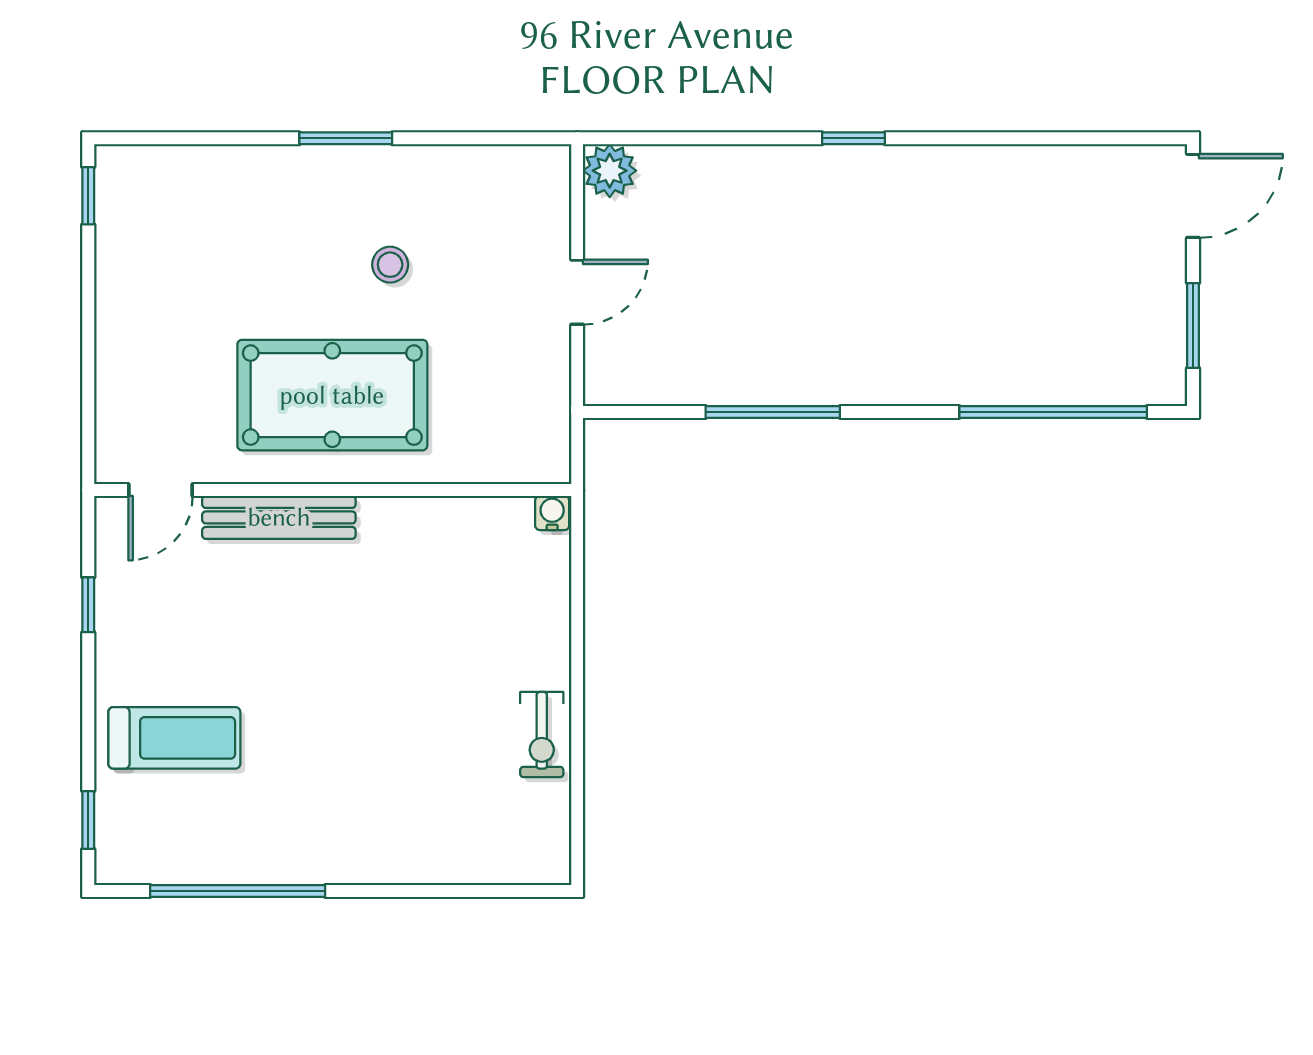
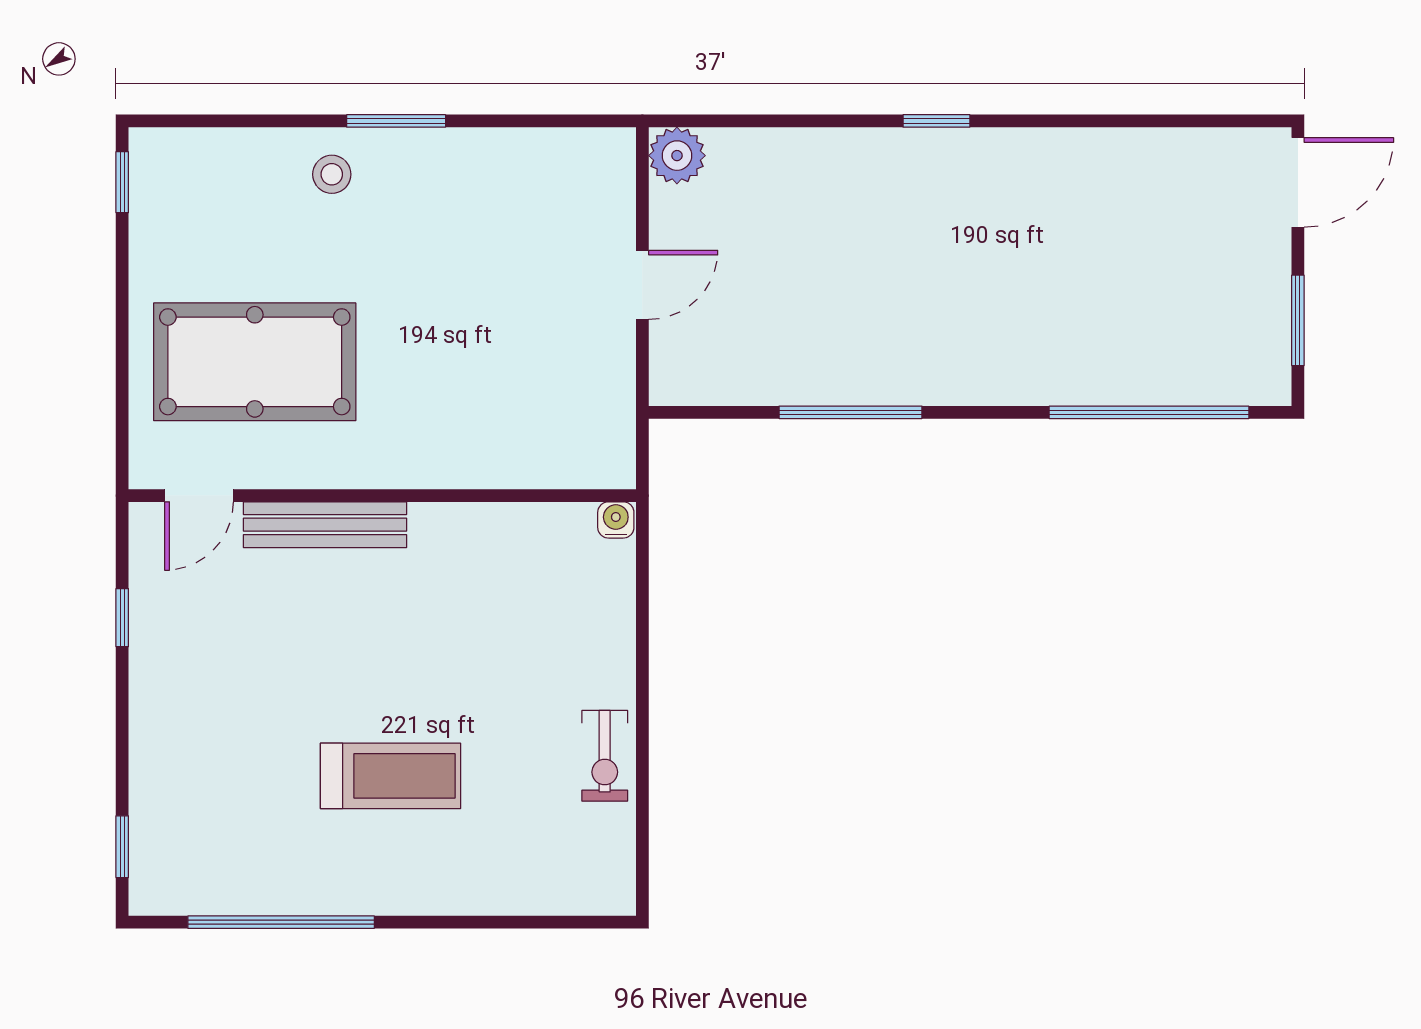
stool: (390, 265) -> (332, 174), moved
pool table: (332, 395) -> (255, 362), moved
treadmill: (174, 738) -> (390, 776), moved

